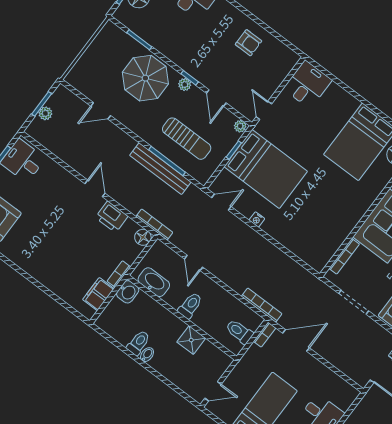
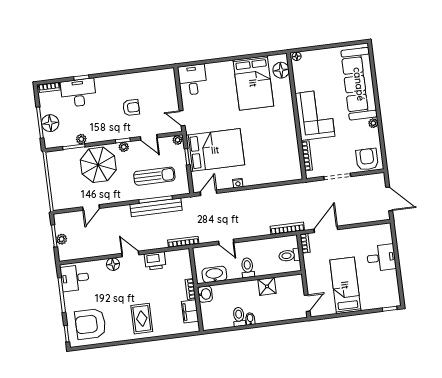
plant: (153, 39) -> (81, 139), added
armchair: (249, 43) -> (131, 108), moved
floor lamp: (143, 237) -> (113, 264), moved
rug: (48, 258) -> (142, 319), added

